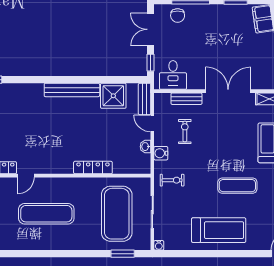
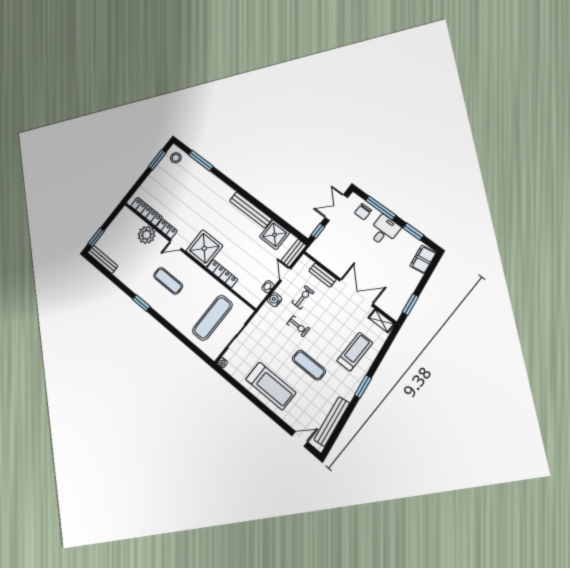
desk: (173, 75) -> (384, 231), moved, turned 180
shower: (57, 158) -> (204, 248), added
exercise bike: (172, 180) -> (298, 326), moved
exercise mat: (46, 214) -> (168, 281), width x0.73, depth x0.69
exercise mat: (117, 214) -> (212, 318), width x0.68
window: (123, 254) -> (141, 303), moved

